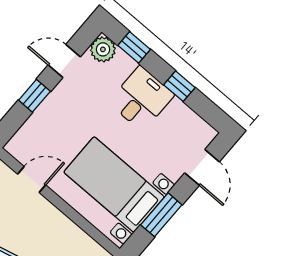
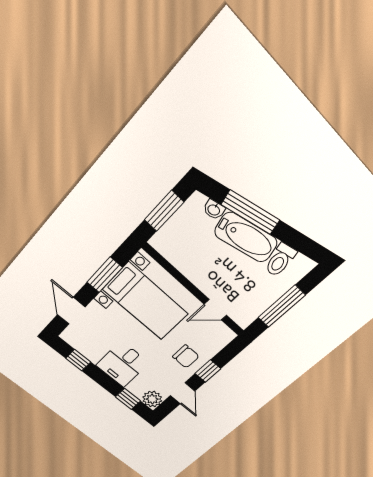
door: (64, 61) -> (183, 393), hinge flipped
window: (179, 86) -> (78, 360), moved
chair: (63, 115) -> (186, 356), added

